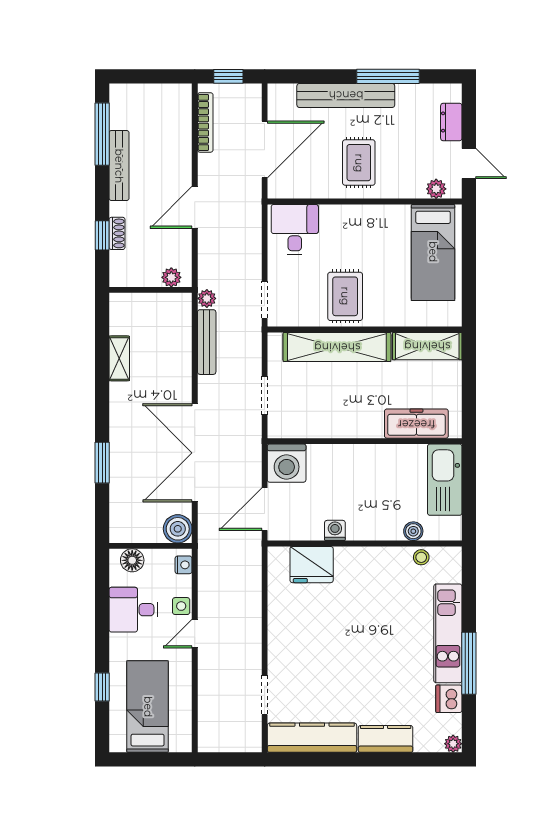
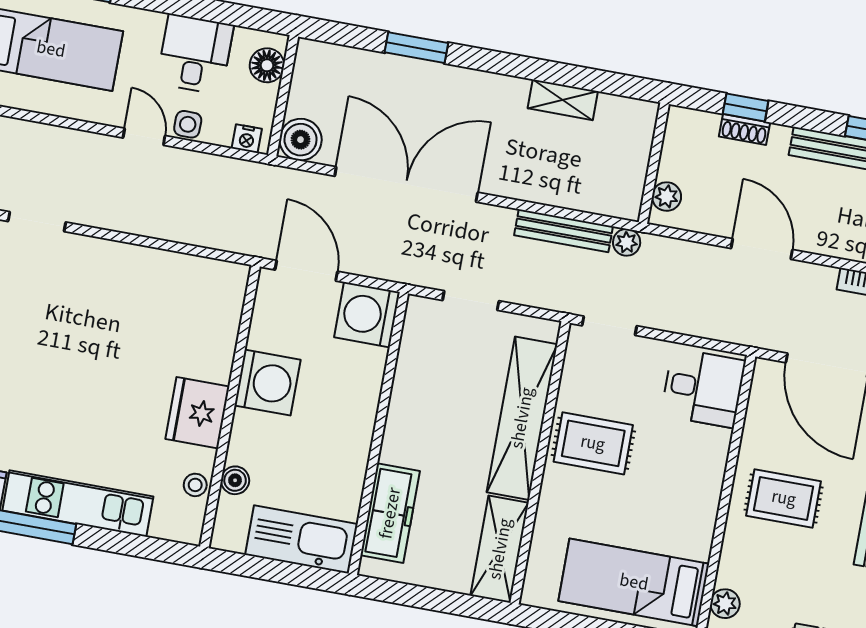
washing machine: (335, 530) -> (268, 383), width x1.89, depth x1.89
fridge: (312, 565) -> (197, 413), moved

